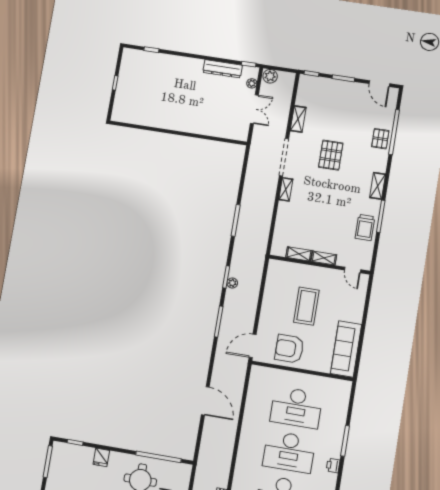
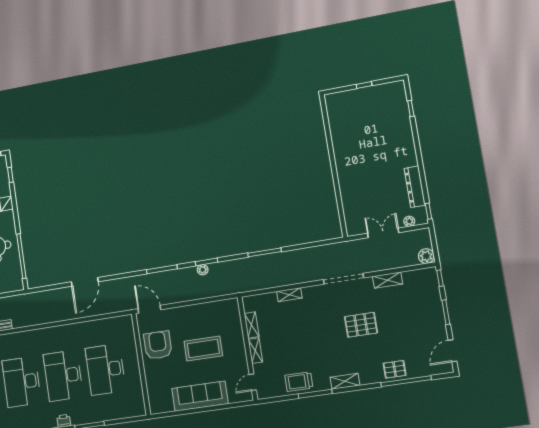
plant: (270, 76) -> (426, 256), moved
double door: (254, 109) -> (383, 233), swing flipped
shelving: (286, 189) -> (289, 295), moved
sofa: (346, 349) -> (200, 396), moved

